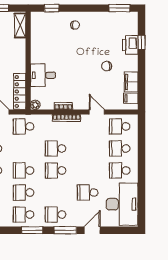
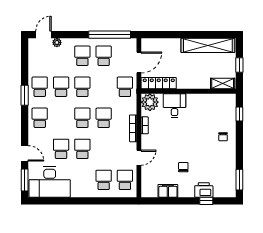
filing cabinet: (131, 98) -> (152, 191), removed
plant: (35, 105) -> (150, 102), width x1.88, depth x1.88
school desk: (120, 170) -> (82, 149), moved
window: (65, 230) -> (25, 180), moved

